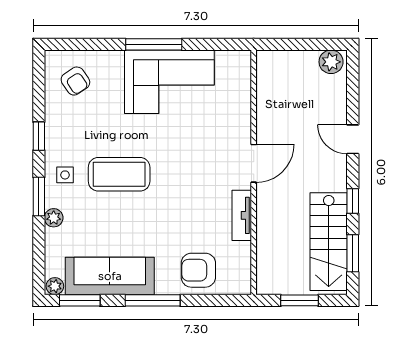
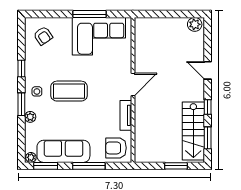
door: (254, 163) -> (133, 85), moved
wall: (254, 172) -> (133, 90), moved
tv unit: (242, 215) -> (126, 115), moved

